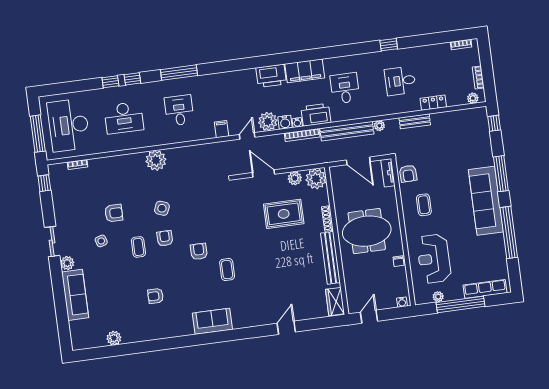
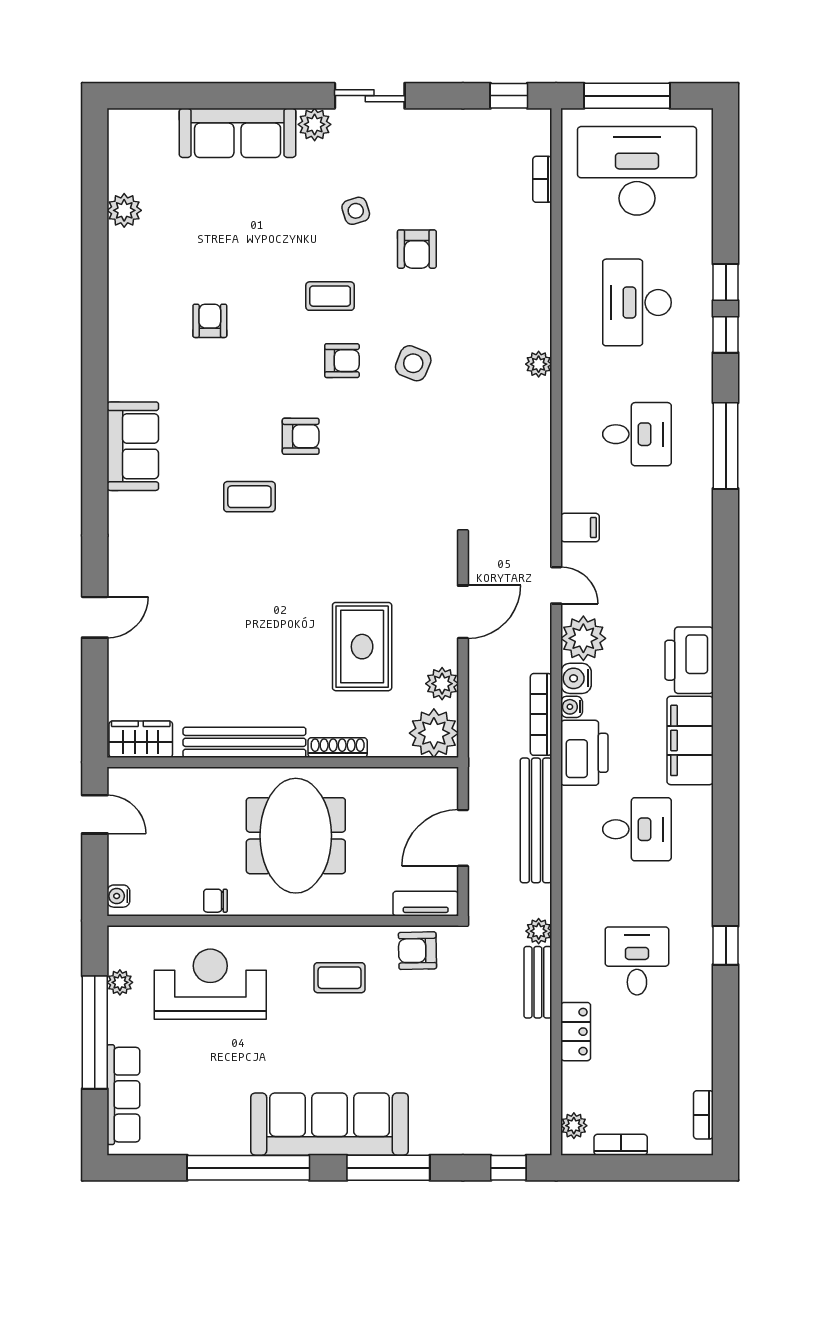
plant: (379, 126) -> (539, 931), moved
plant: (156, 160) -> (539, 364), width x0.53, depth x0.53
door: (286, 328) -> (95, 617), hinge flipped

